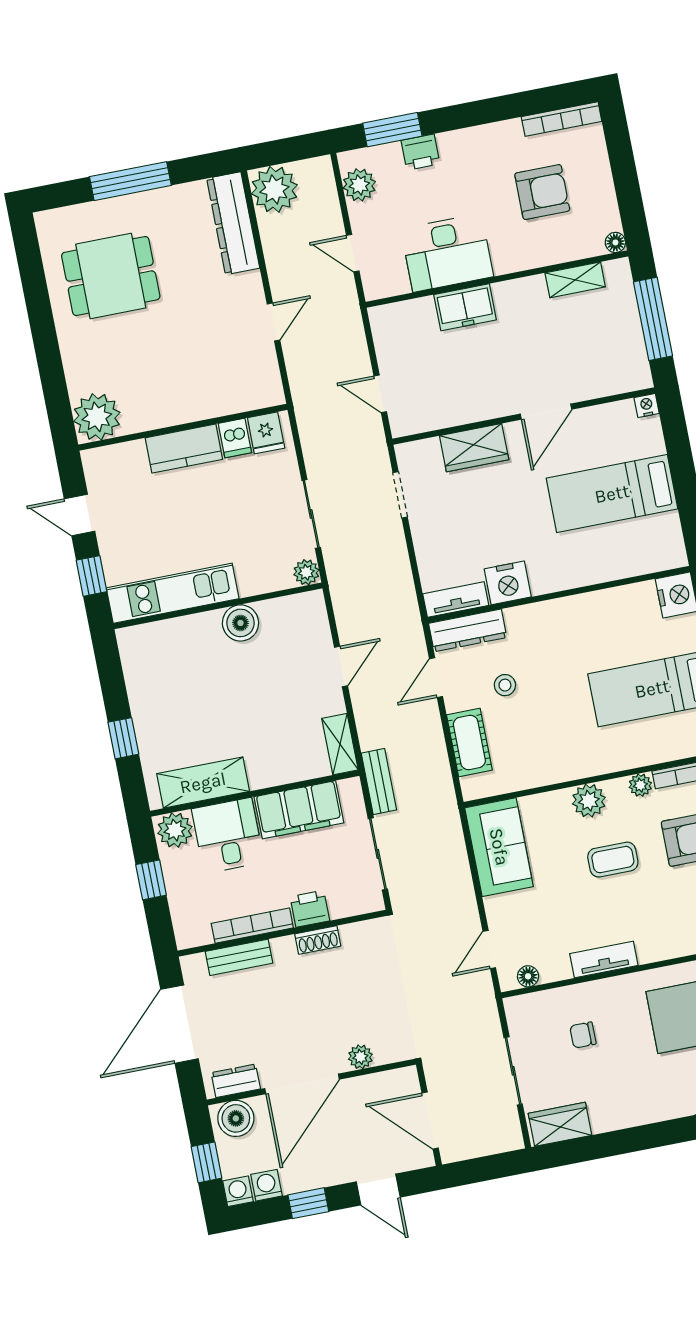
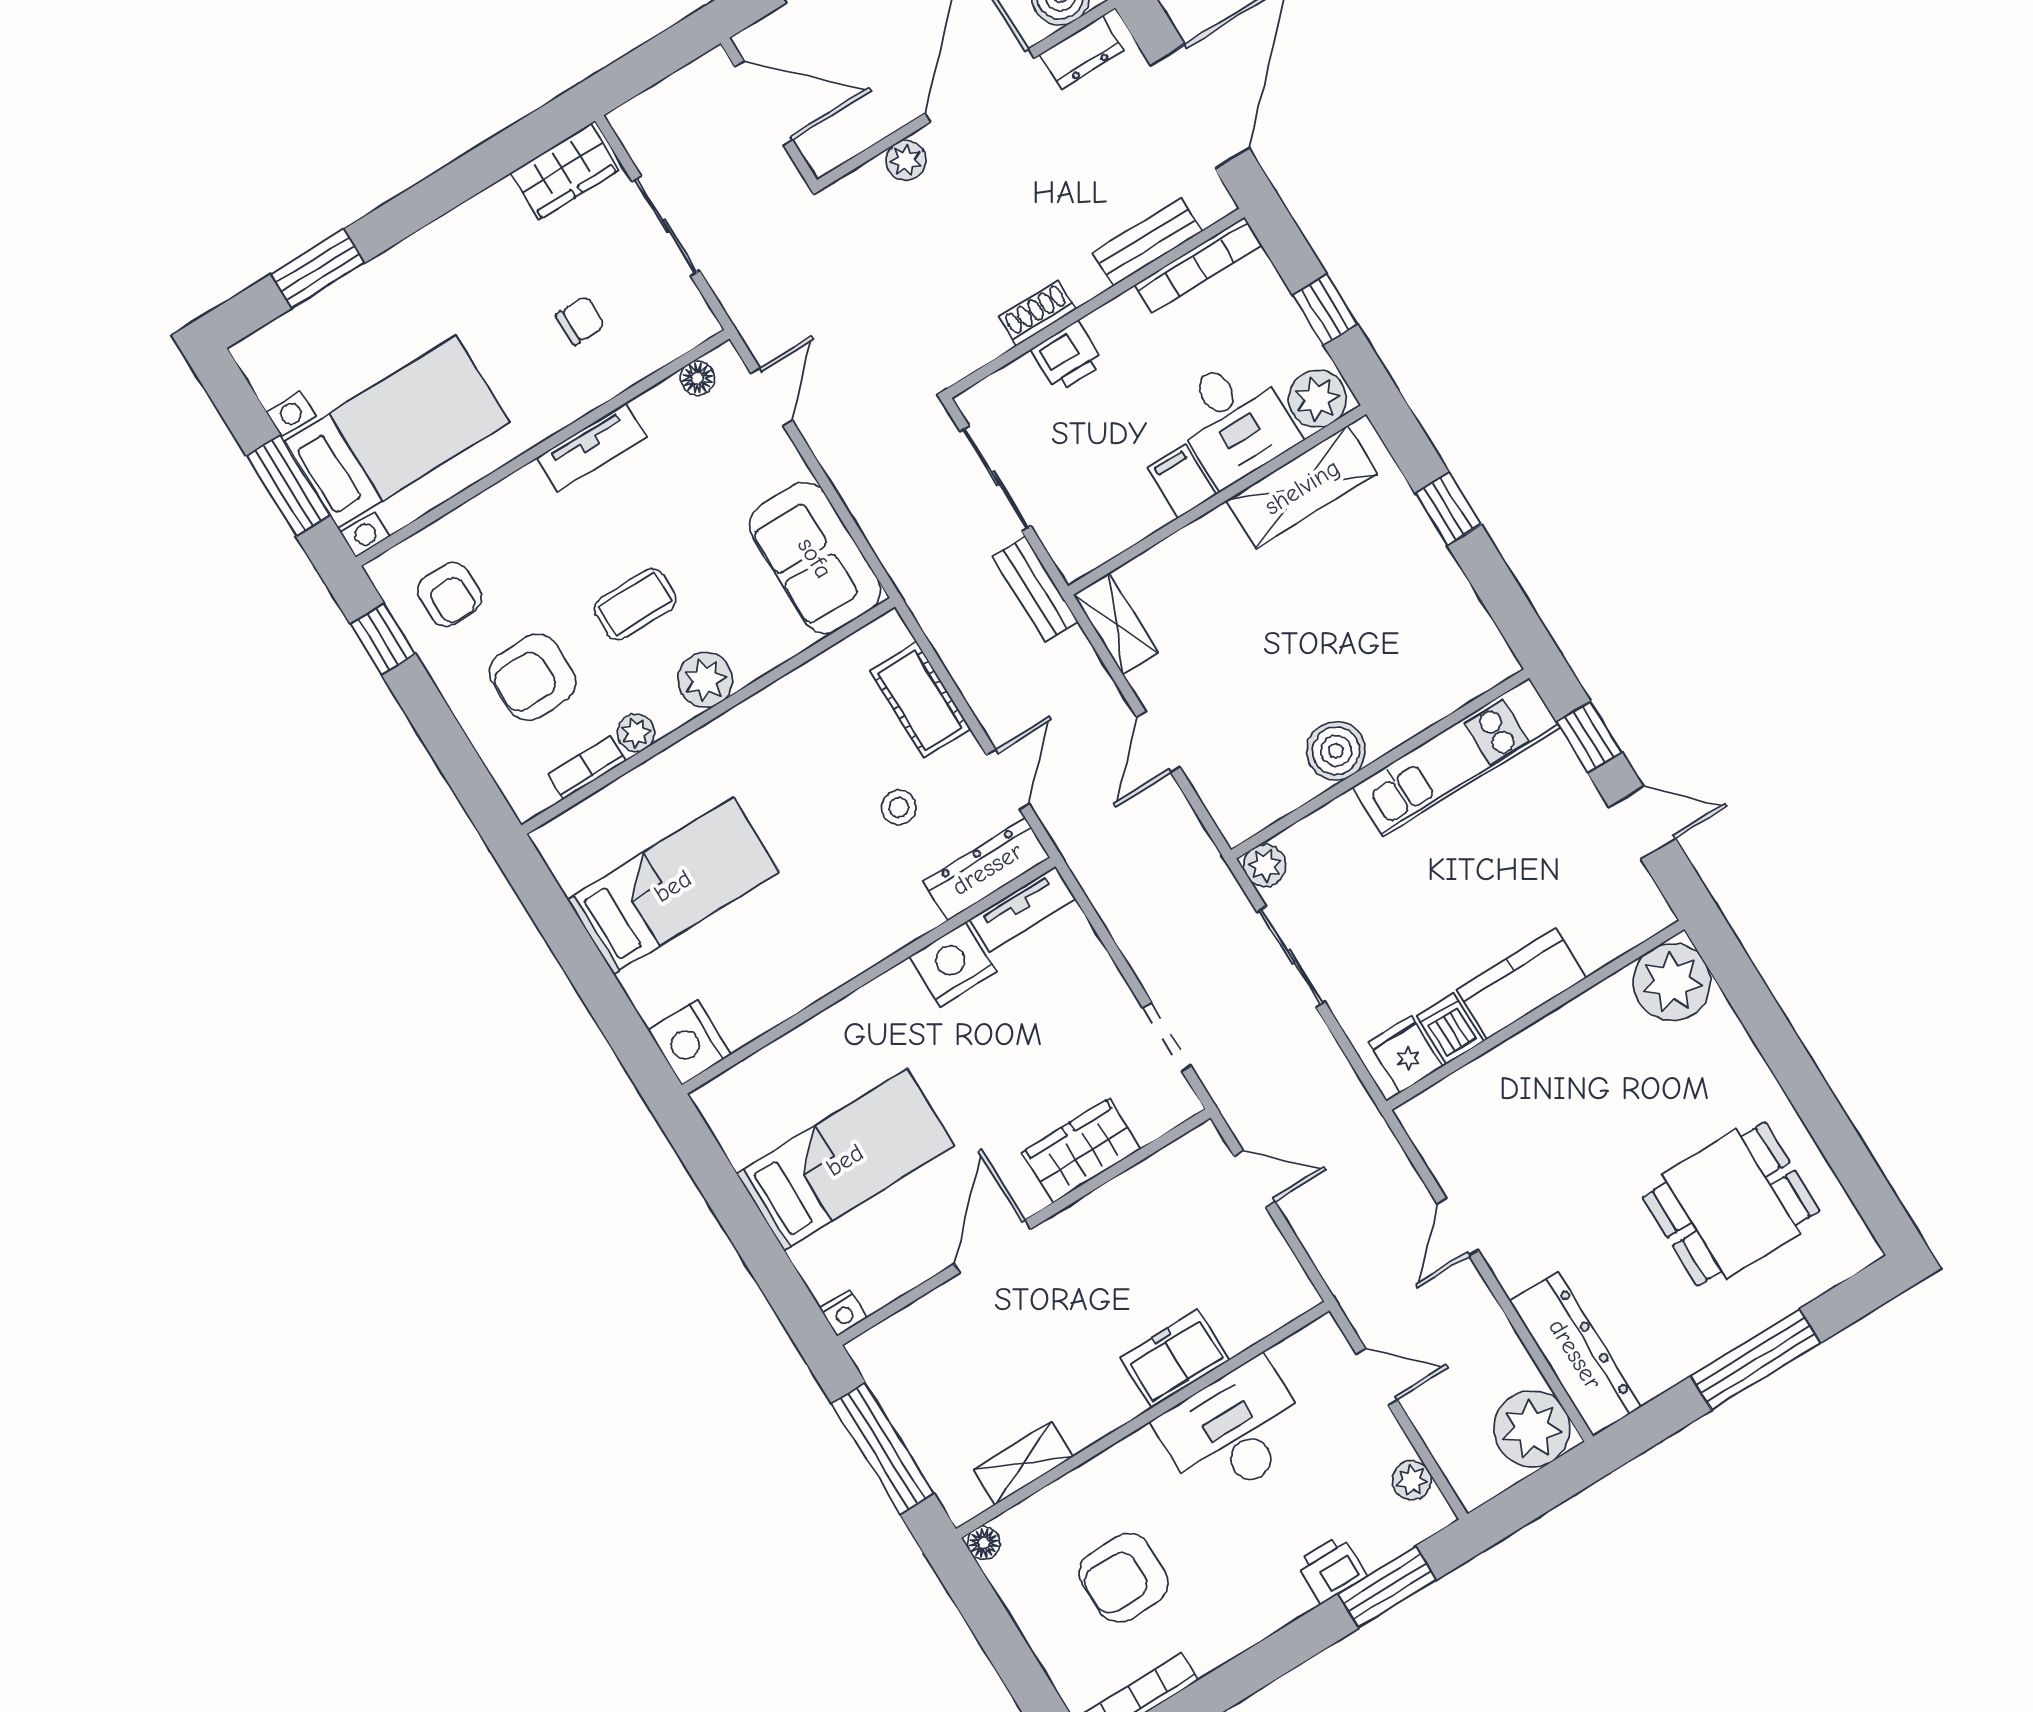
plant: (359, 185) -> (1412, 1480), width x0.73, depth x0.73
filing cabinet: (299, 810) -> (1181, 481), width x0.33, depth x0.86
bookcase: (252, 926) -> (1198, 265), moved

